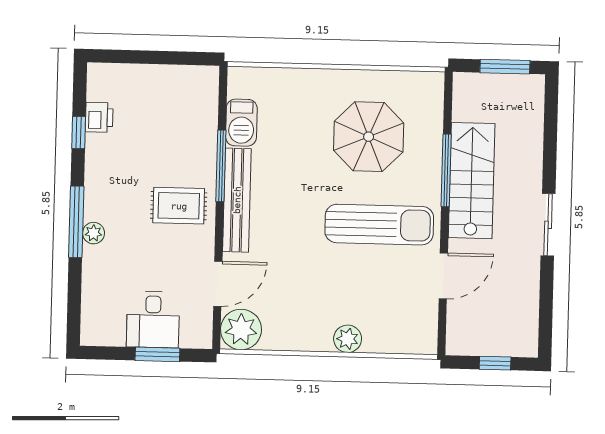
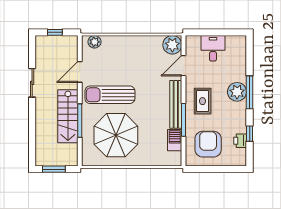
armchair: (169, 112) -> (208, 144), added
parasol: (369, 137) -> (116, 135), width x1.36, depth x1.36
rug: (179, 206) -> (203, 101), turned 90
sliding door: (548, 225) -> (32, 83), moved
plant: (94, 233) -> (237, 92), width x1.88, depth x1.88
plant: (348, 339) -> (94, 42), moved
window: (157, 354) -> (211, 32), removed

